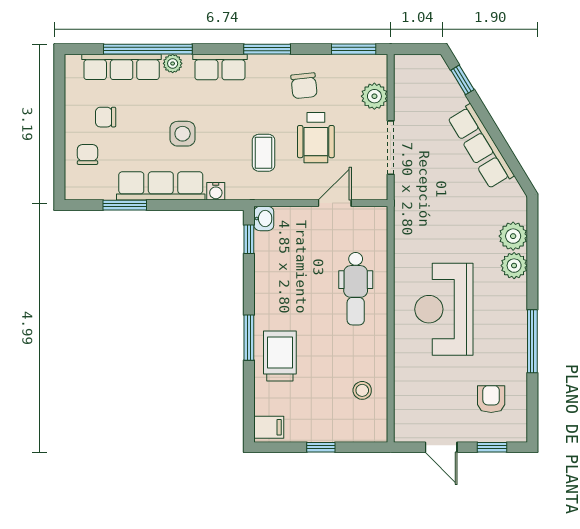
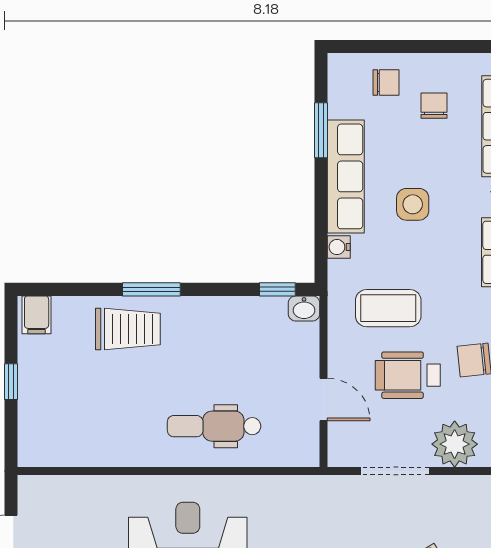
plant: (374, 96) -> (455, 444), width x1.36, depth x1.36
coffee table: (264, 153) -> (388, 308), width x1.36, depth x1.30
stool: (362, 390) -> (84, 435), removed

